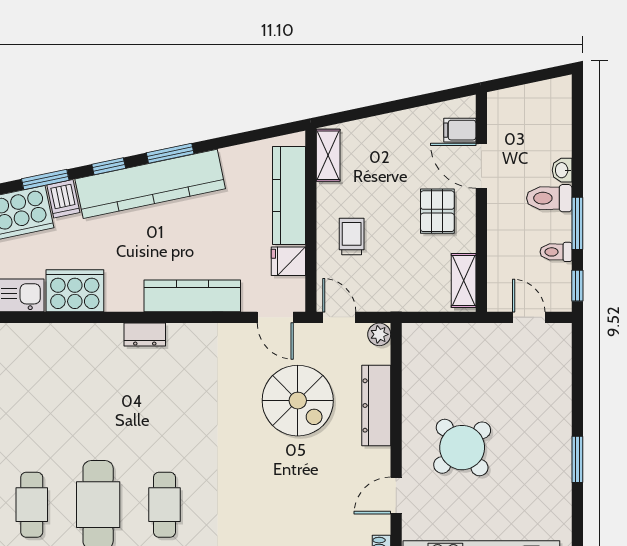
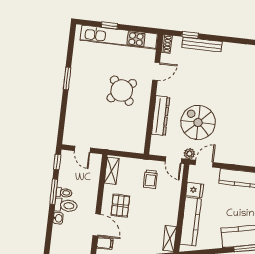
trolley: (352, 236) -> (150, 179), moved
toilet: (556, 252) -> (64, 193), moved
door: (275, 317) -> (204, 164), hinge flipped
plant: (379, 334) -> (189, 154), moved

